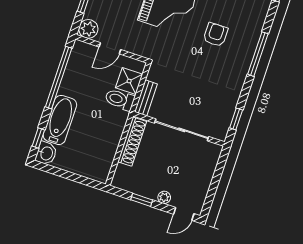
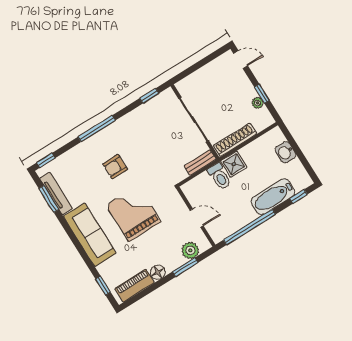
plant: (88, 29) -> (190, 250), moved
shower: (129, 81) -> (234, 164), moved
washbasin: (46, 153) -> (285, 152), moved, turned -90
plant: (164, 197) -> (257, 103), moved

